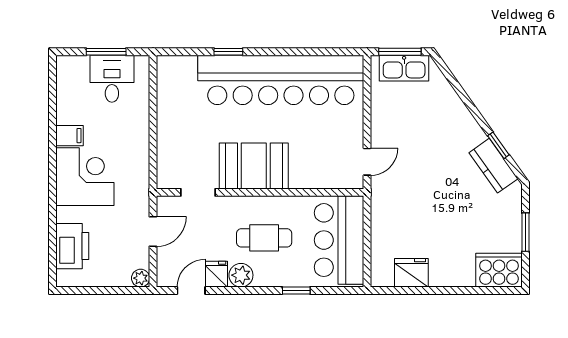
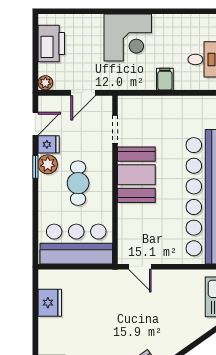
filing cabinet: (69, 136) -> (165, 79), moved, turned 180
door: (153, 231) -> (83, 93), hinge flipped
printer: (72, 246) -> (51, 44), moved, turned -90
door: (191, 290) -> (35, 124), hinge flipped
window: (296, 290) -> (35, 167), moved

